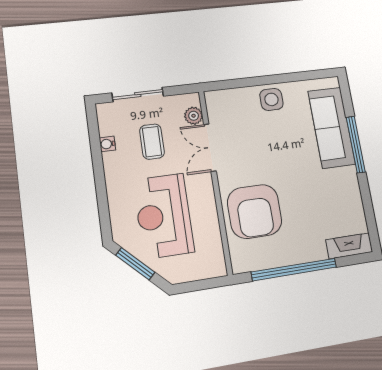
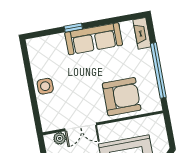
sofa: (332, 128) -> (94, 39), moved
window: (356, 144) -> (73, 28), width x0.46

